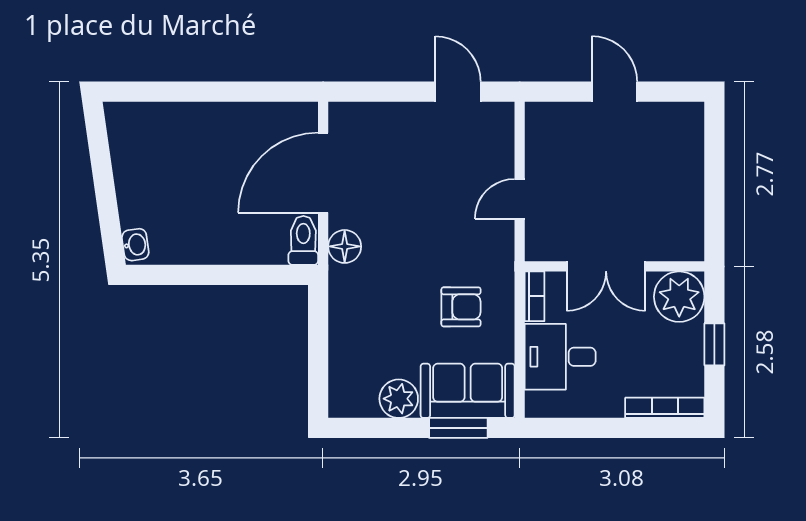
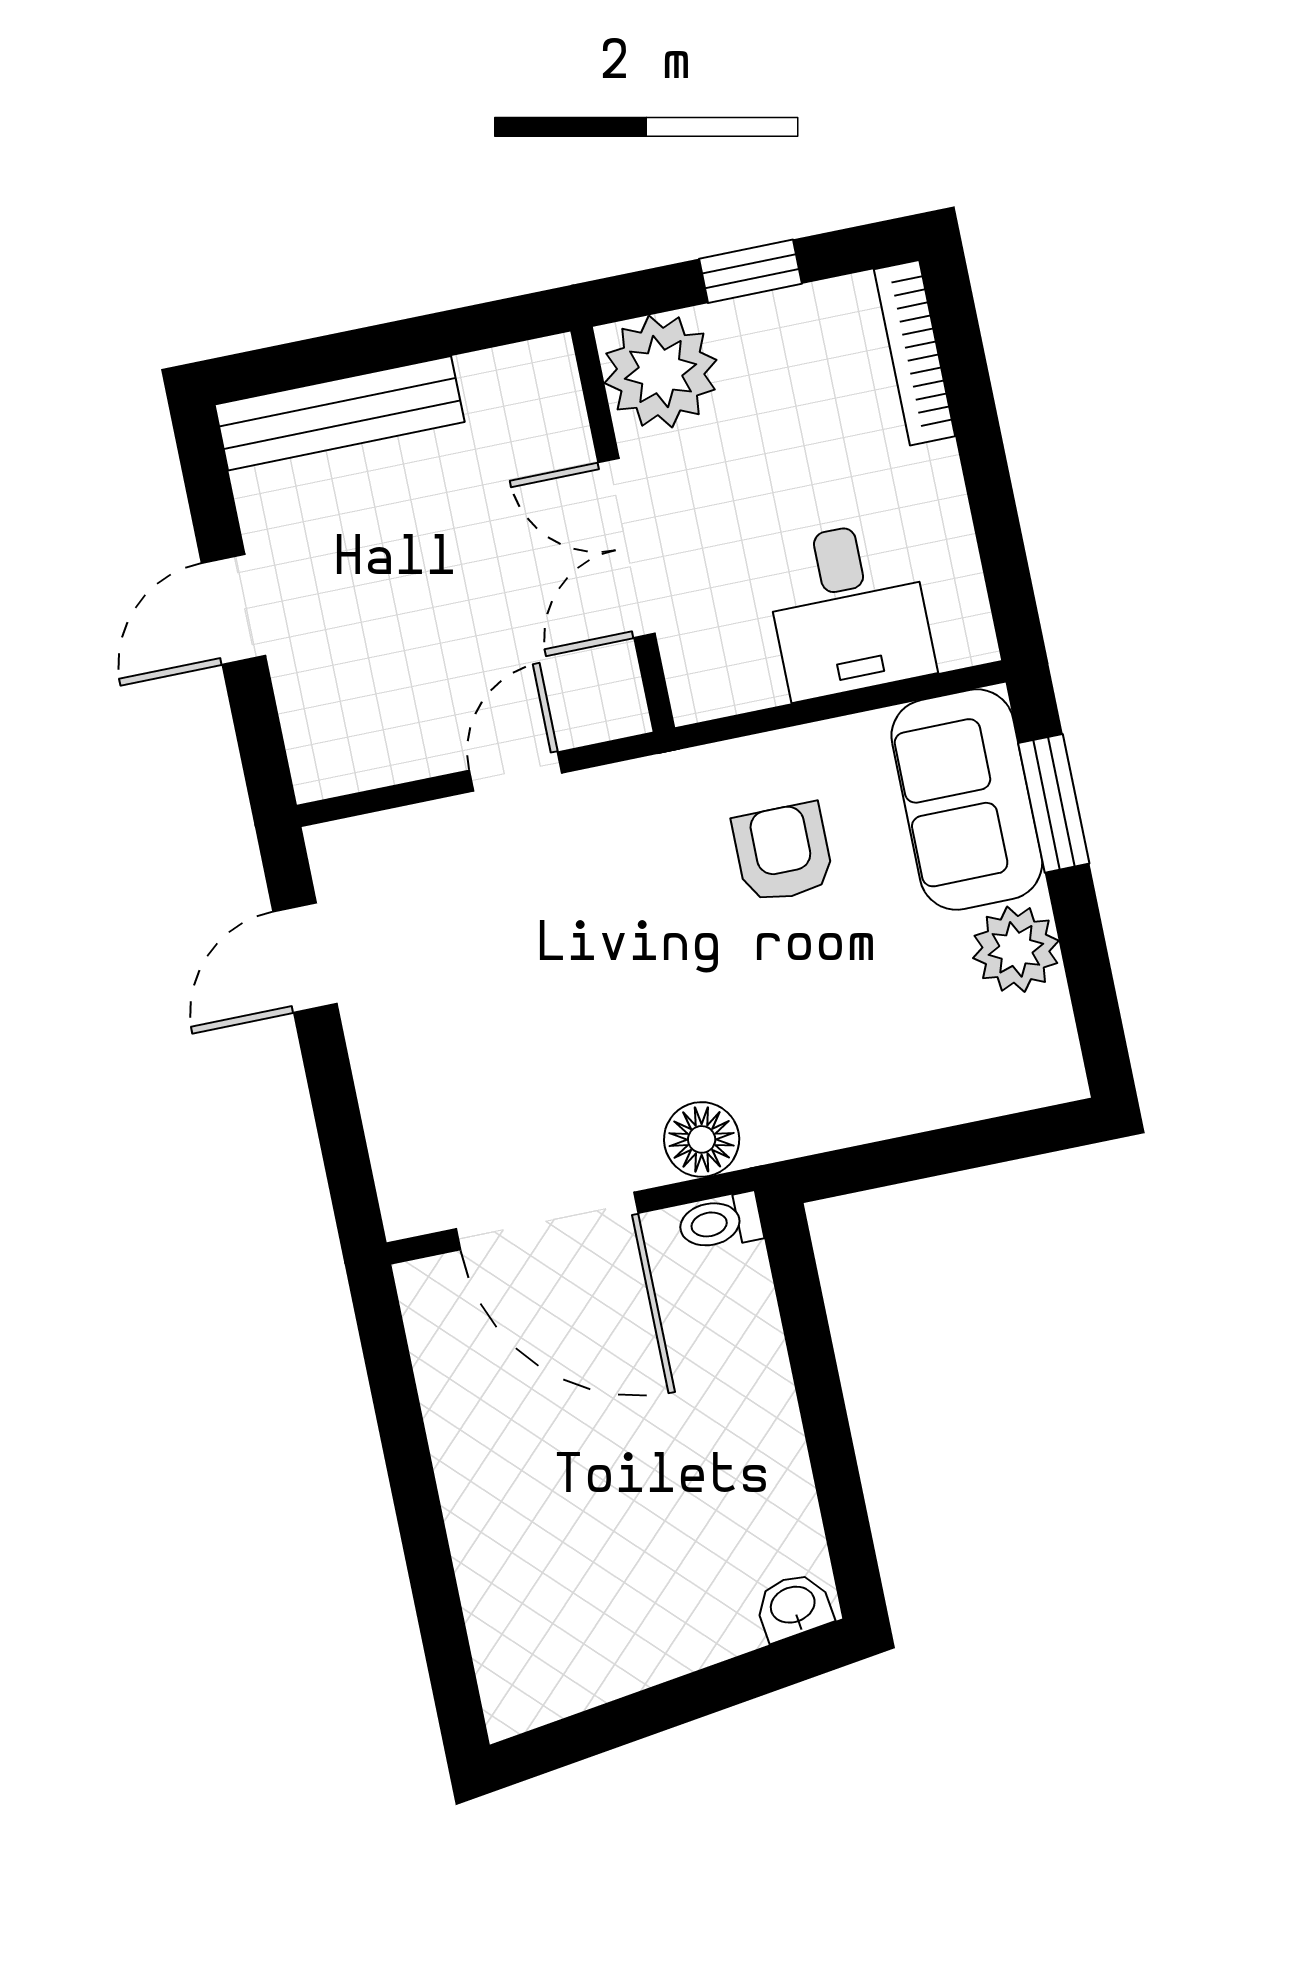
bench: (690, 155) -> (340, 413), added
door: (520, 199) -> (516, 772), swing flipped
toilet: (303, 240) -> (720, 1222), width x0.73, depth x0.72
double door: (606, 266) -> (627, 548), swing flipped
bookcase: (535, 296) -> (726, 694), removed

